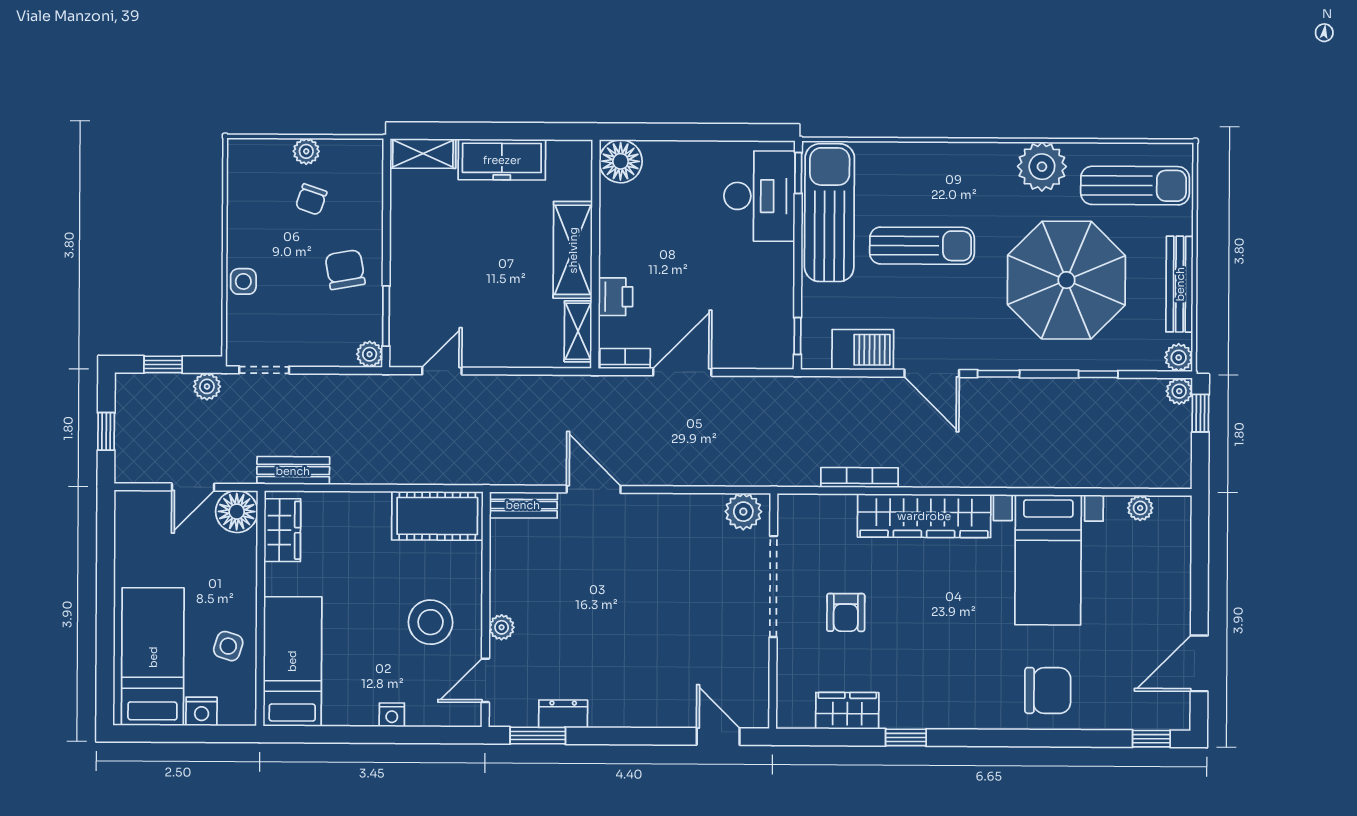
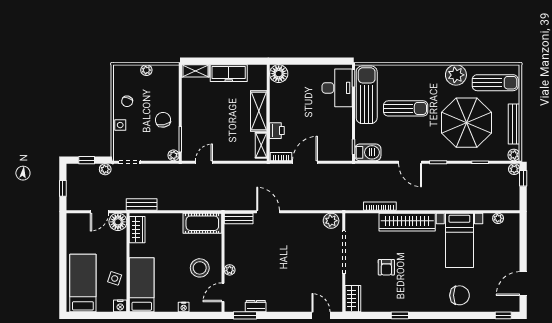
chair: (311, 199) -> (127, 101), moved
barbecue: (863, 350) -> (368, 152), moved
armchair: (846, 612) -> (386, 267), moved
nightstand: (202, 711) -> (120, 306), moved
wardrobe: (847, 711) -> (353, 299), moved, turned 90

